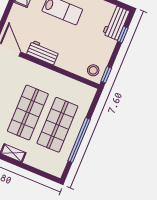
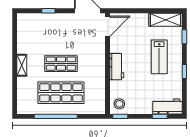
workbench: (43, 53) -> (117, 67), moved
shop shelf: (28, 113) -> (61, 64), width x0.70, depth x0.74

